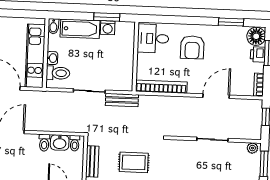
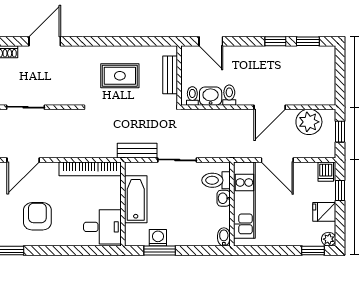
bathtub: (80, 29) -> (136, 199), moved, turned 90
armchair: (192, 47) -> (37, 216), moved

